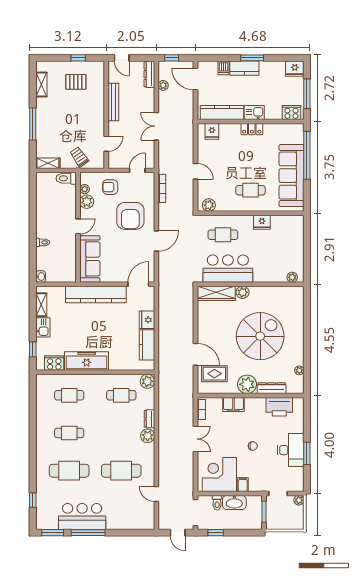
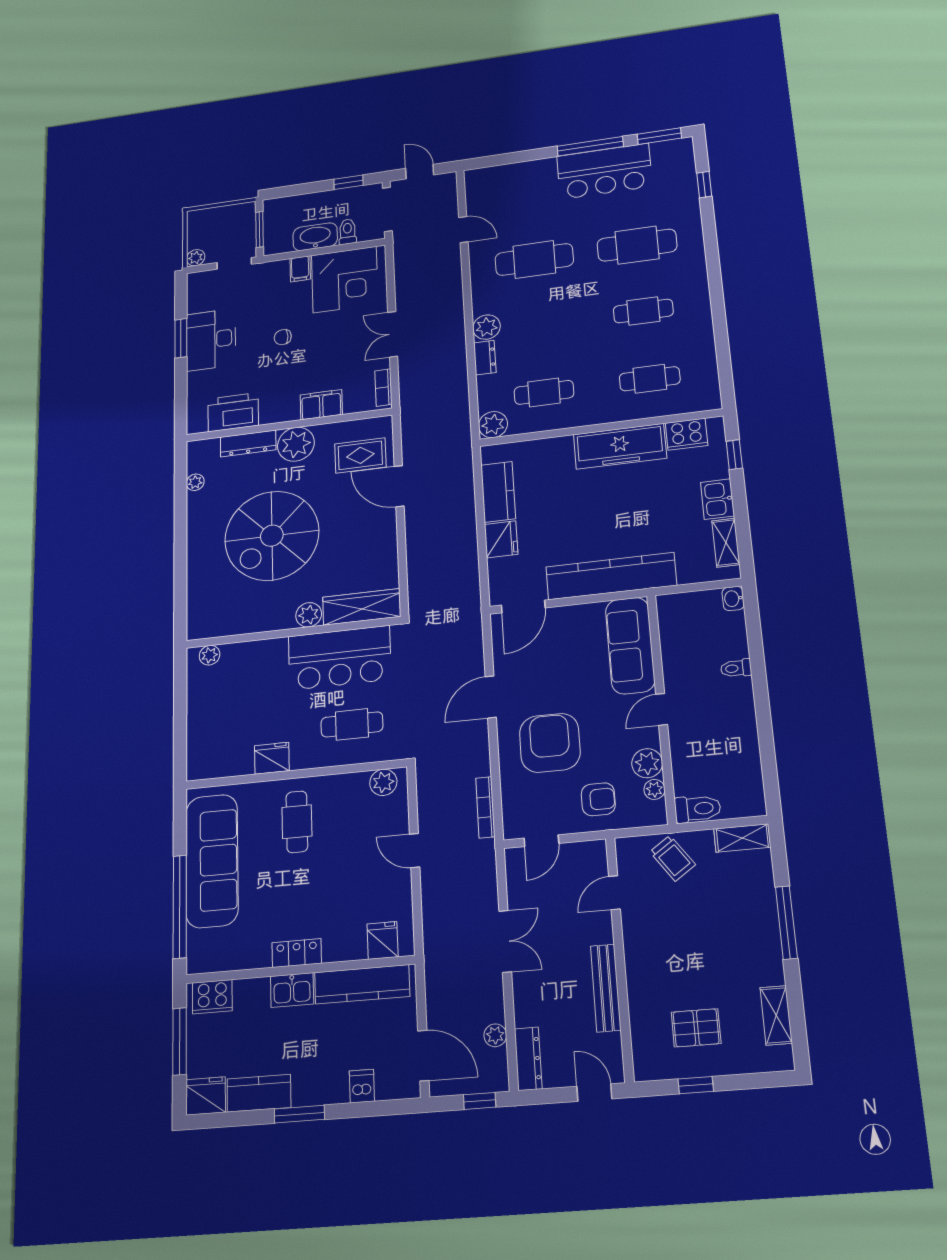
kitchen counter: (244, 68) -> (259, 1093), moved
cafe table: (250, 190) -> (297, 822), turned 90

